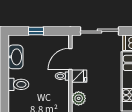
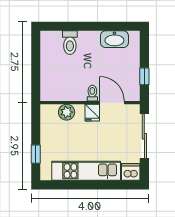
window: (36, 31) -> (144, 76), moved
toilet: (18, 84) -> (70, 43), moved

